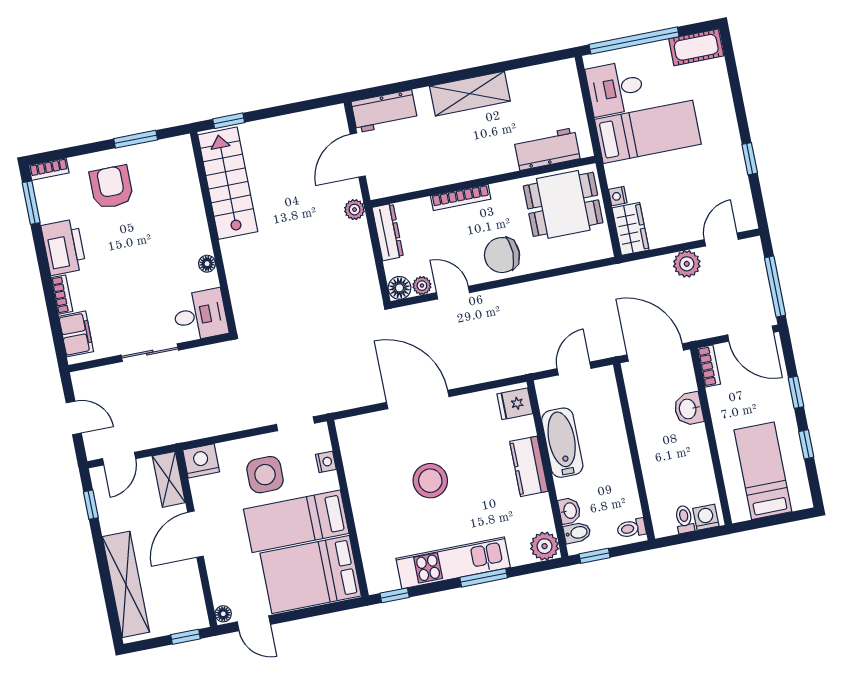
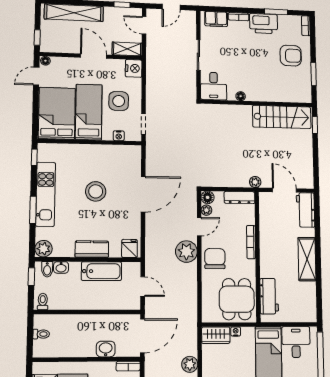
window: (31, 203) -> (276, 12), moved
plant: (500, 306) -> (186, 252), added
washing machine: (706, 517) -> (40, 347), removed

